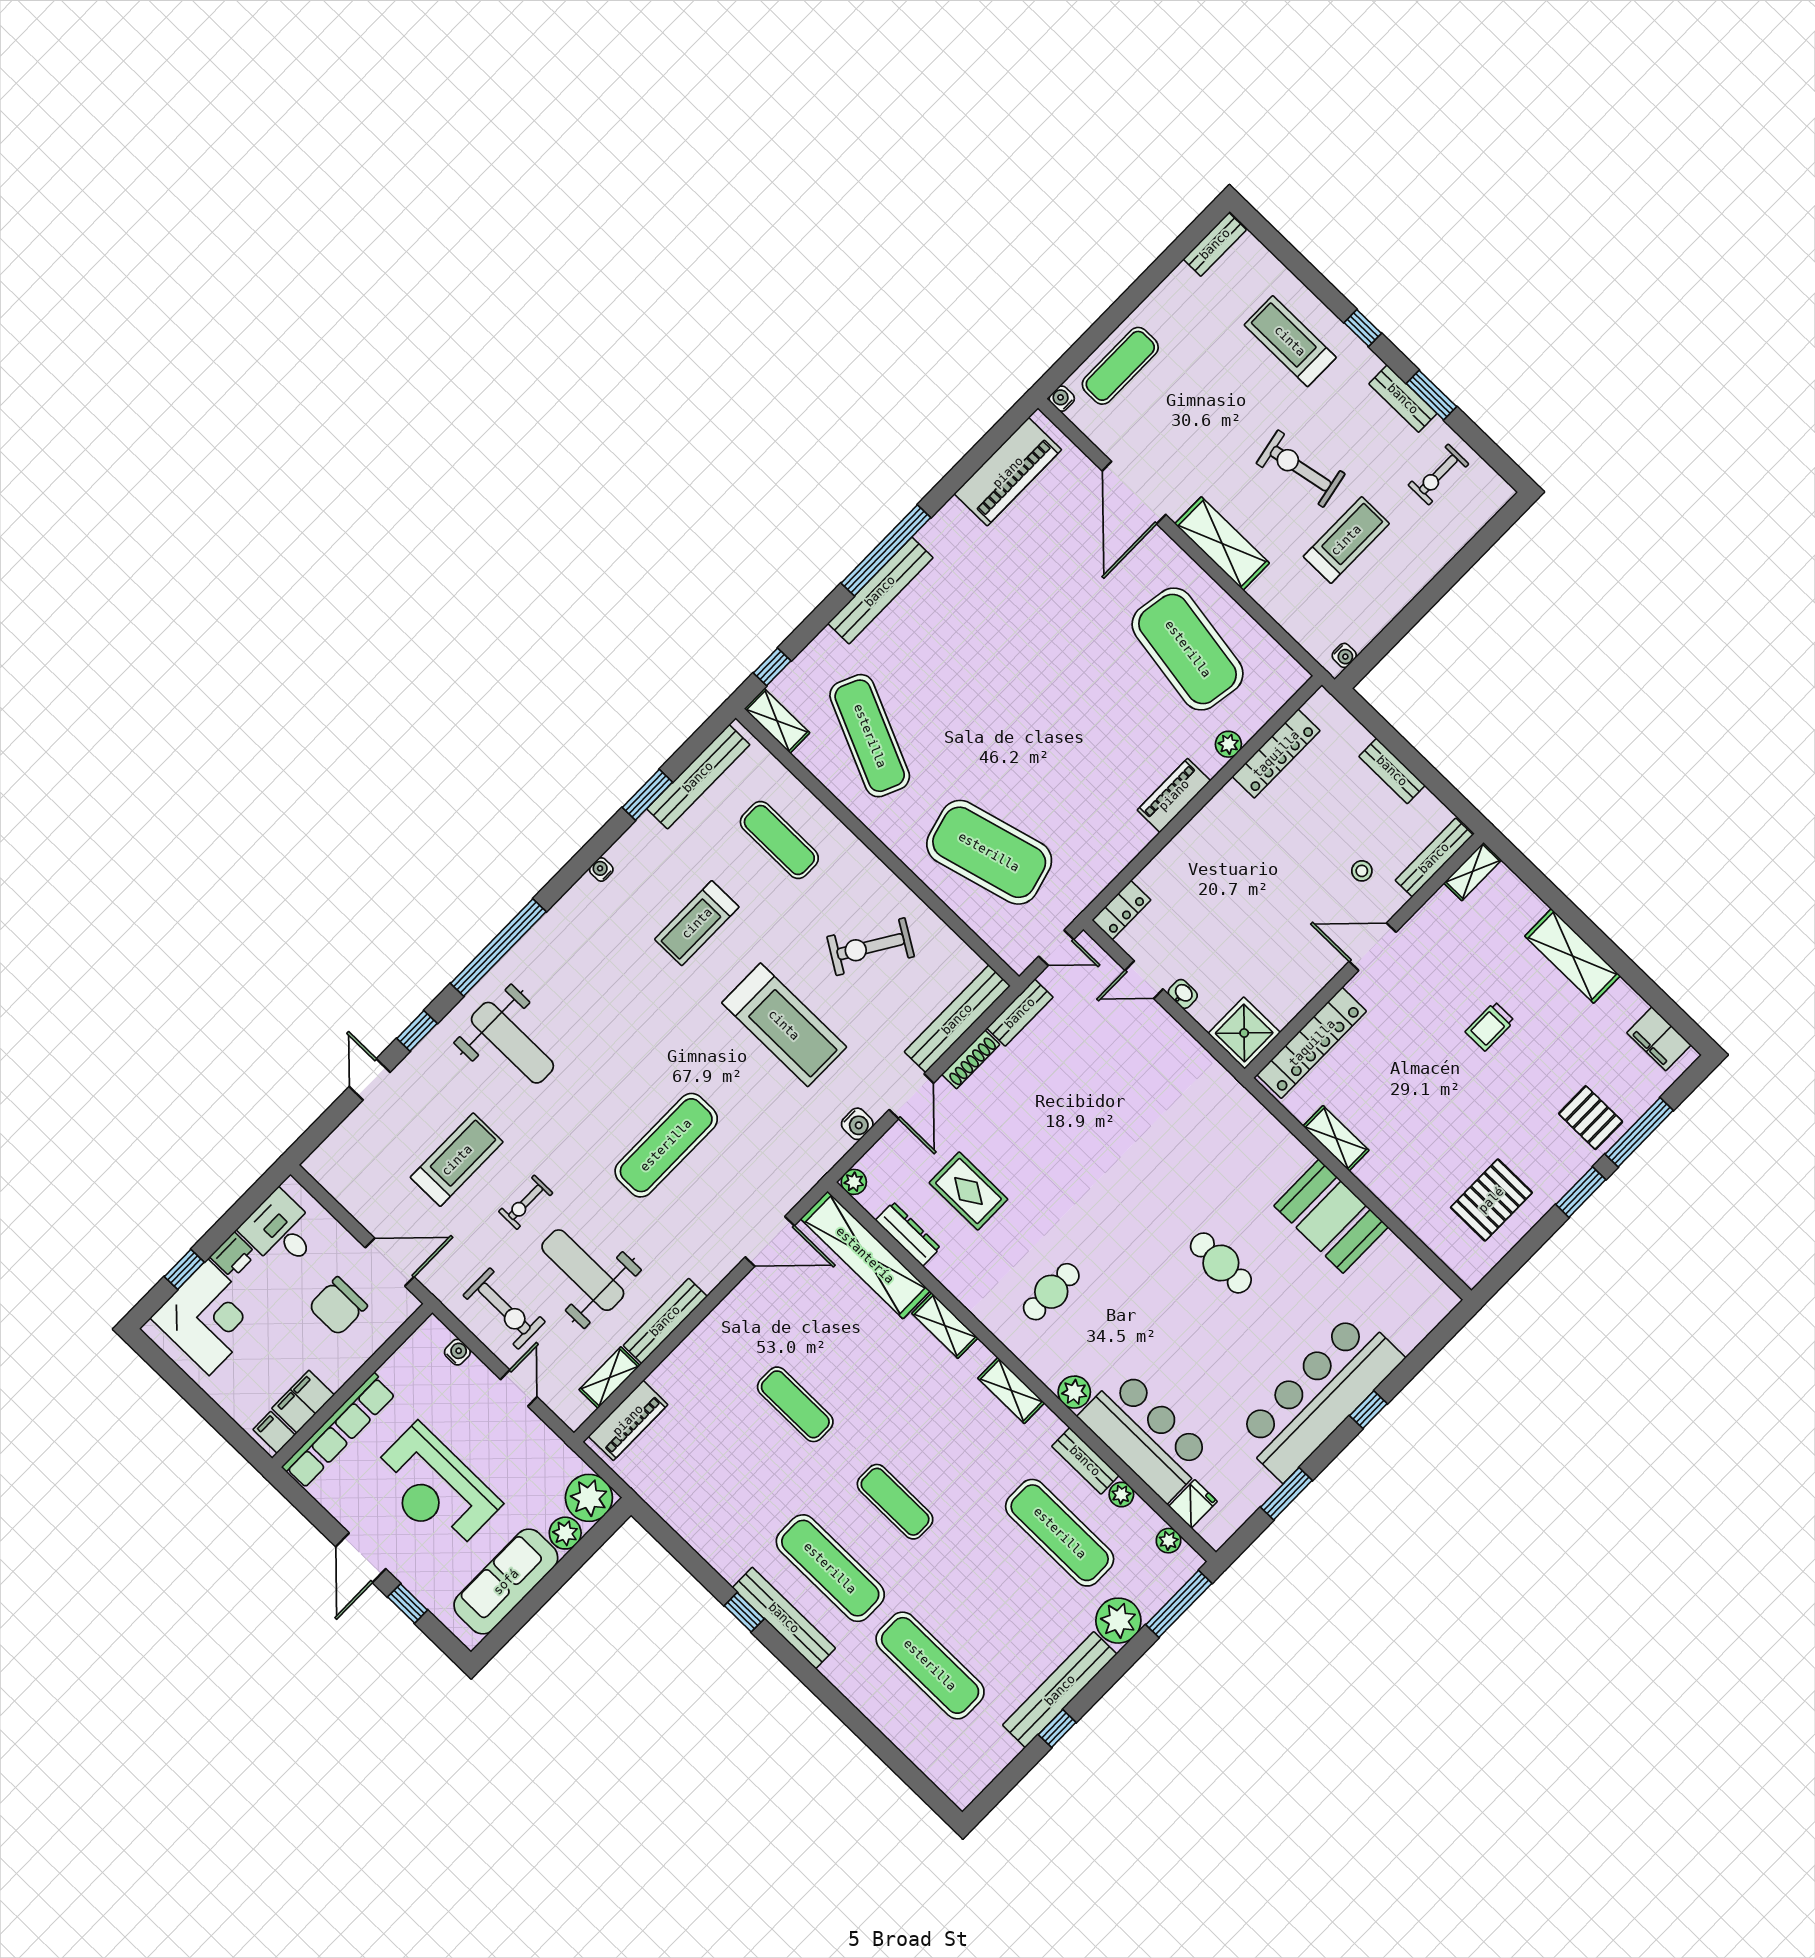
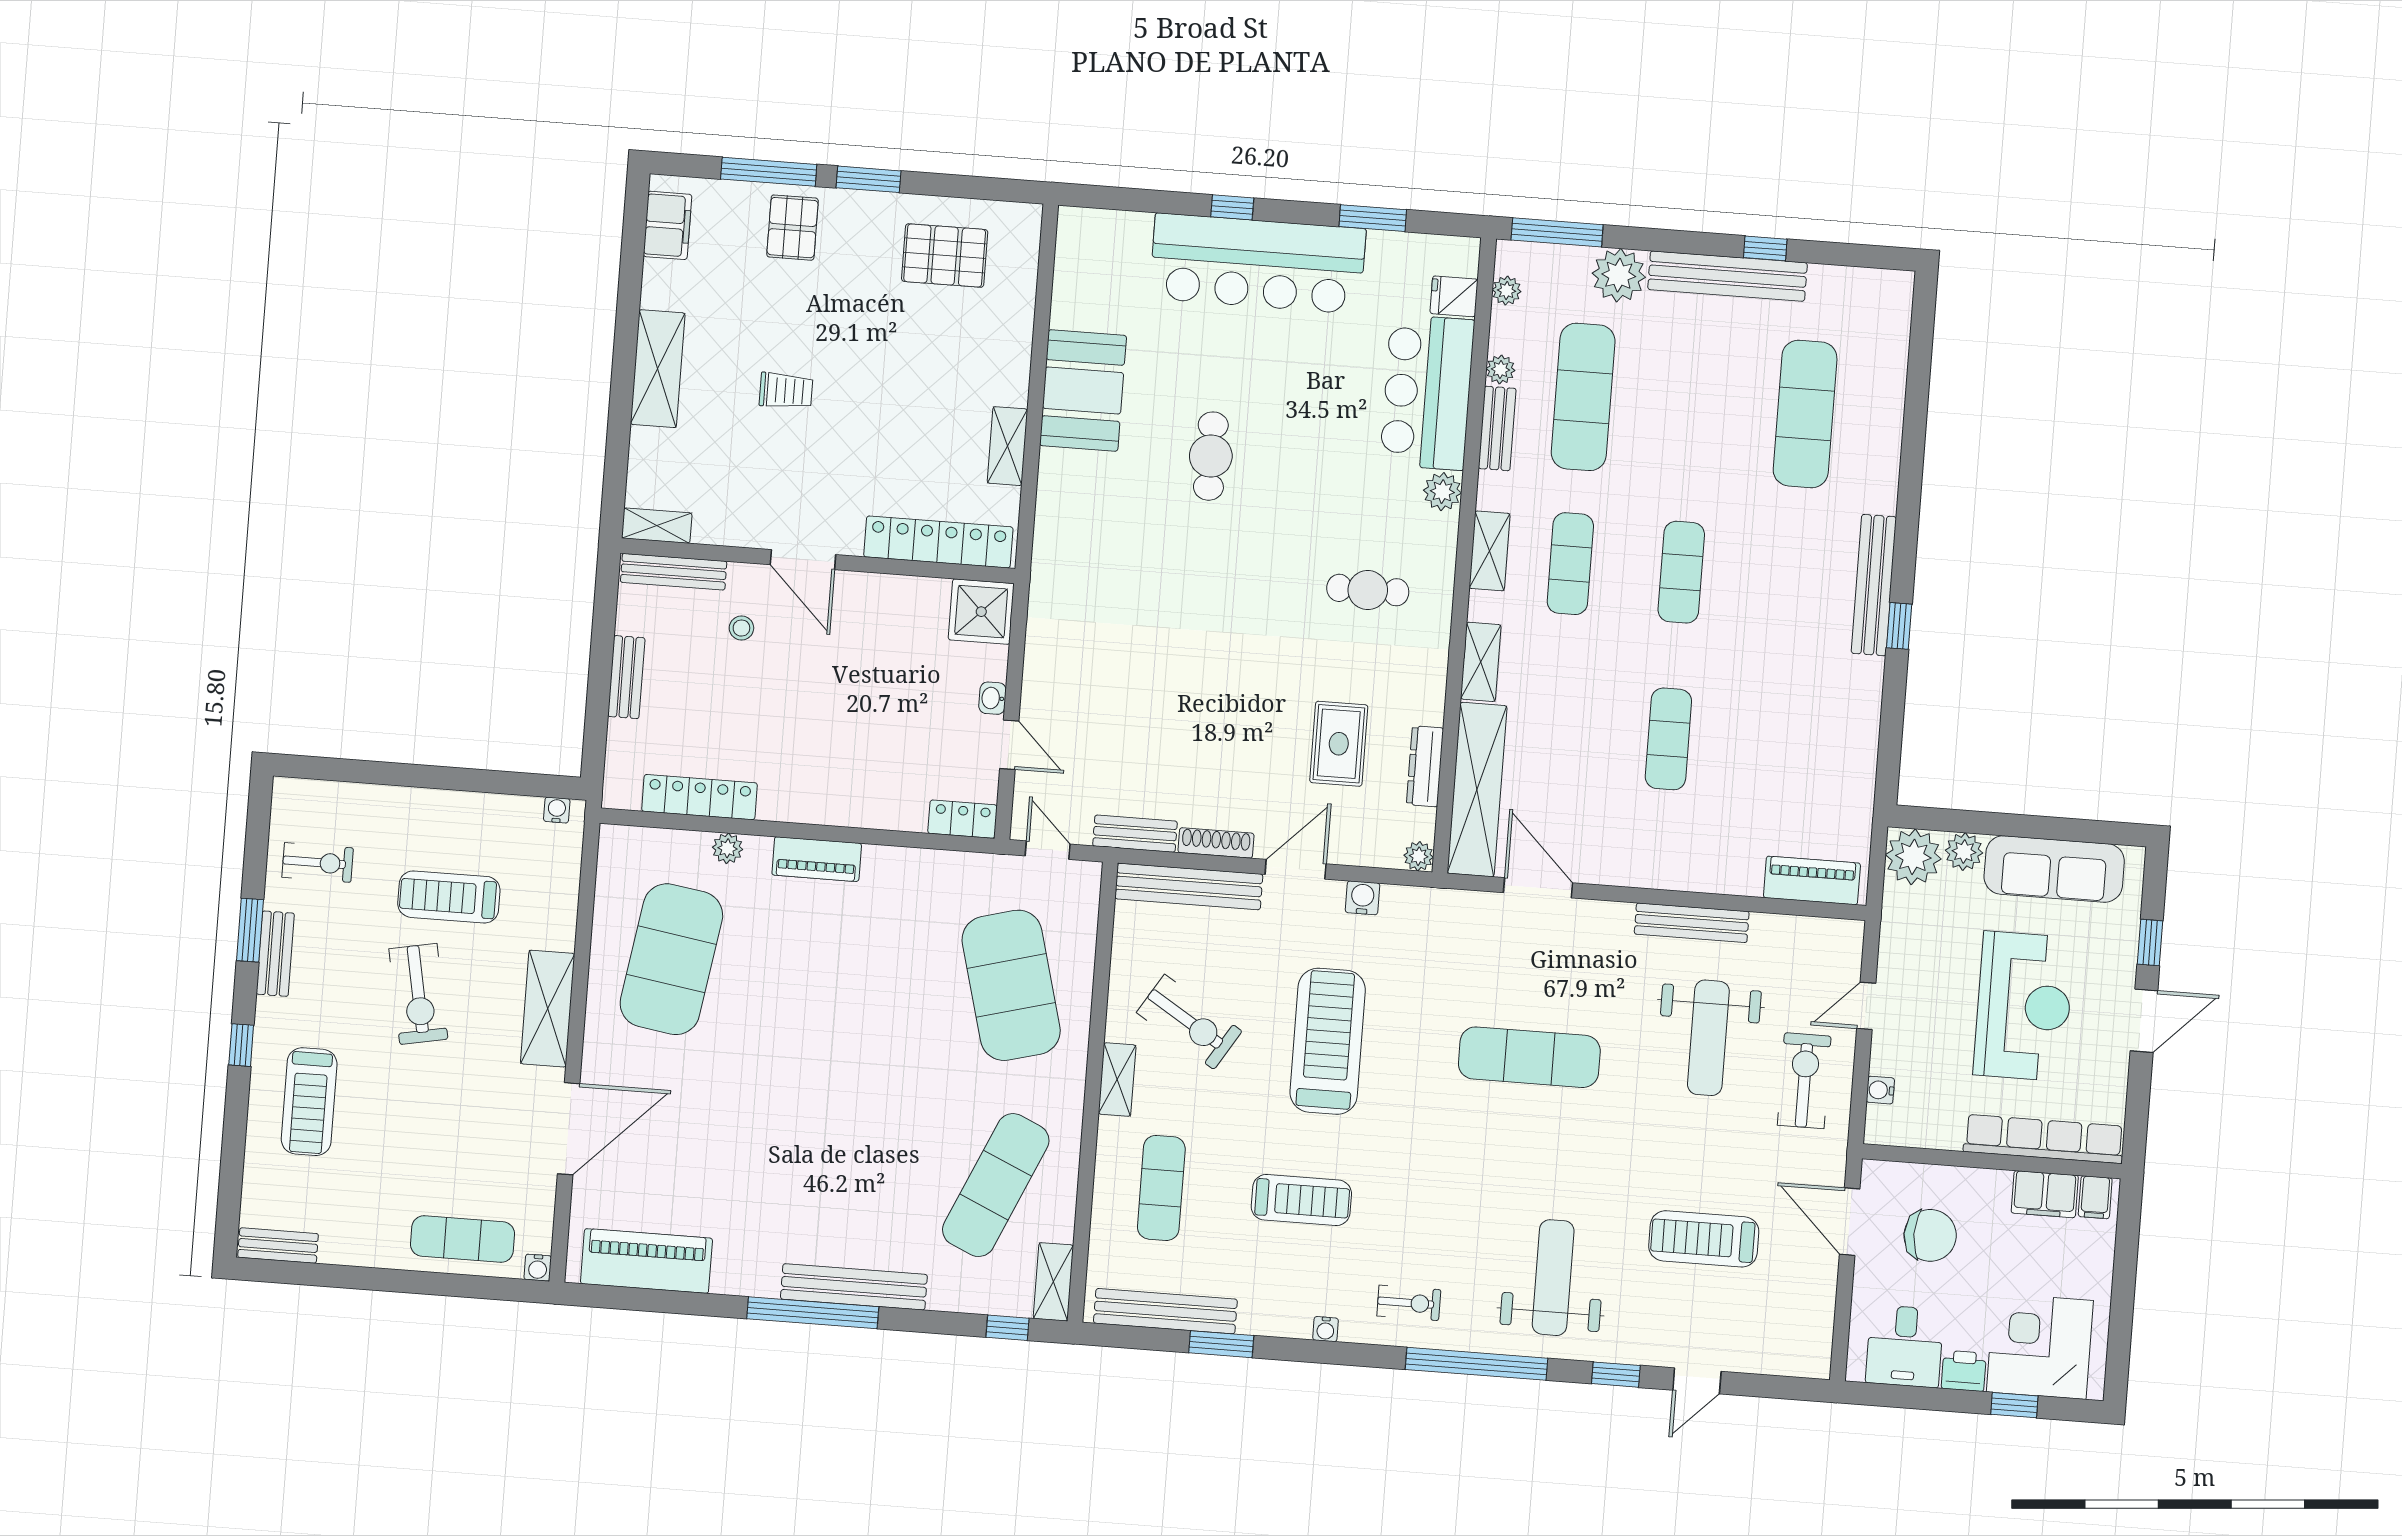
exercise bike: (526, 1202) -> (1409, 1303), moved
shelving: (610, 1378) -> (1117, 1080), moved, turned 90
exercise mat: (830, 1568) -> (1570, 564), moved, width x0.73, depth x0.69

